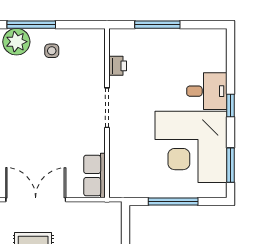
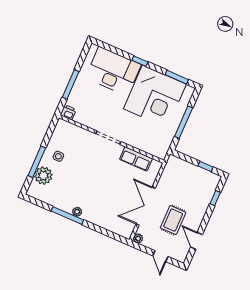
printer: (118, 66) -> (68, 112), moved
desk: (207, 91) -> (113, 71), width x1.87, depth x1.30
row of seats: (95, 176) -> (136, 159), moved

